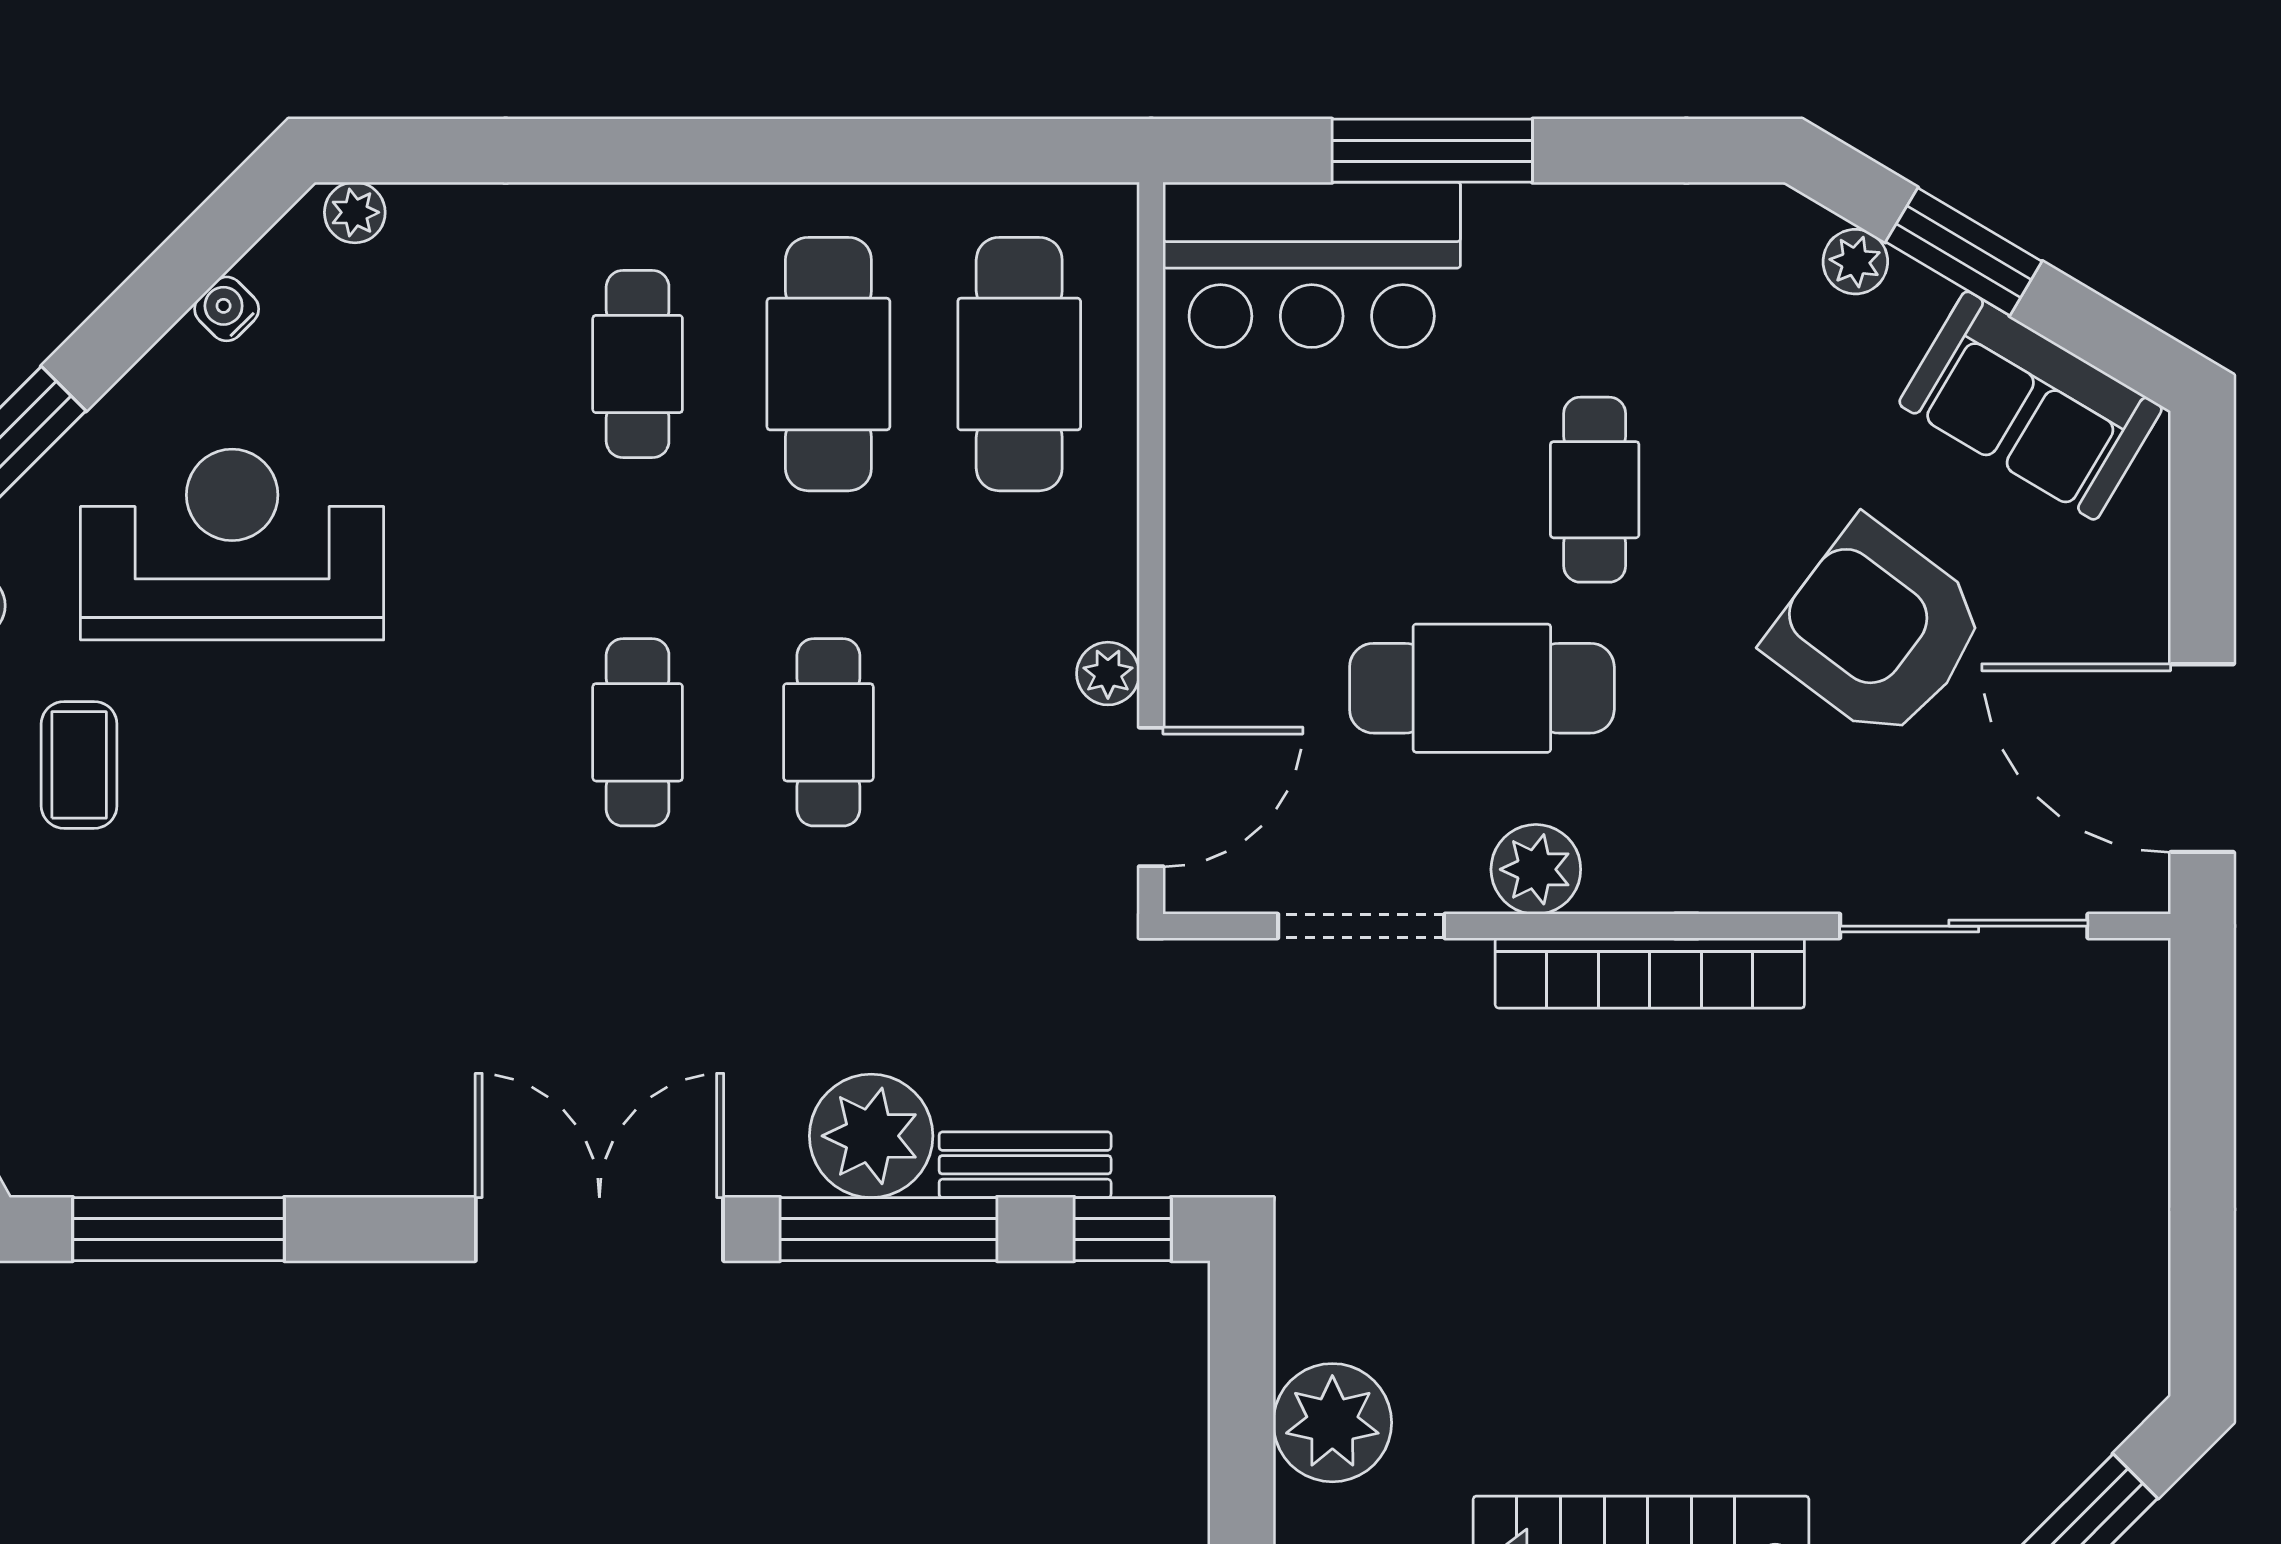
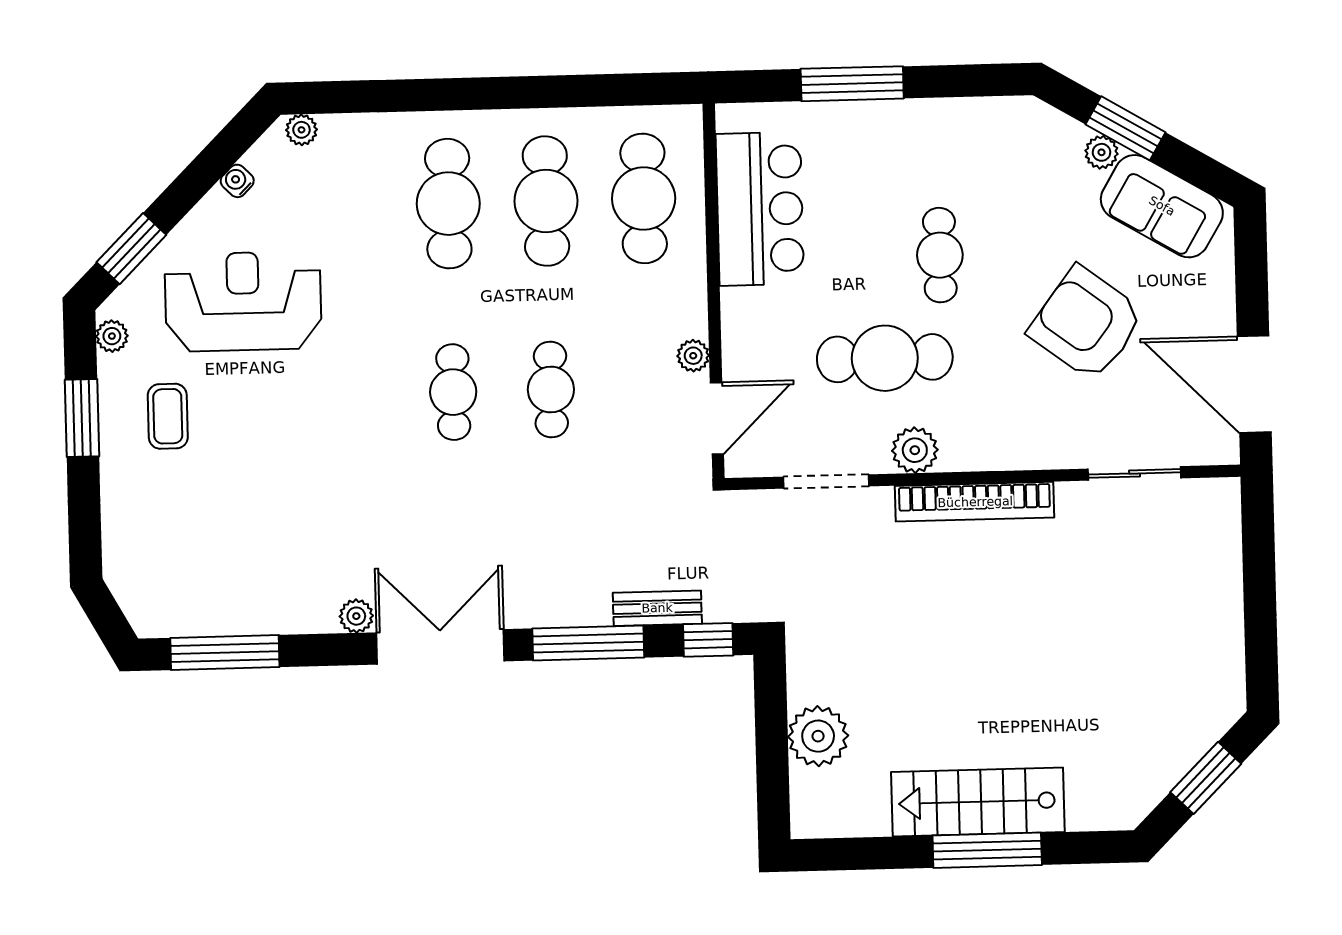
plant: (1855, 262) -> (1101, 152), moved
bar counter: (1312, 265) -> (760, 209), moved, turned -90
cafe table: (638, 364) -> (448, 204), width x1.37, depth x1.35
sliding door: (1964, 926) -> (1135, 473), width x0.73
plant: (871, 1136) -> (356, 616), moved, width x0.53, depth x0.53

